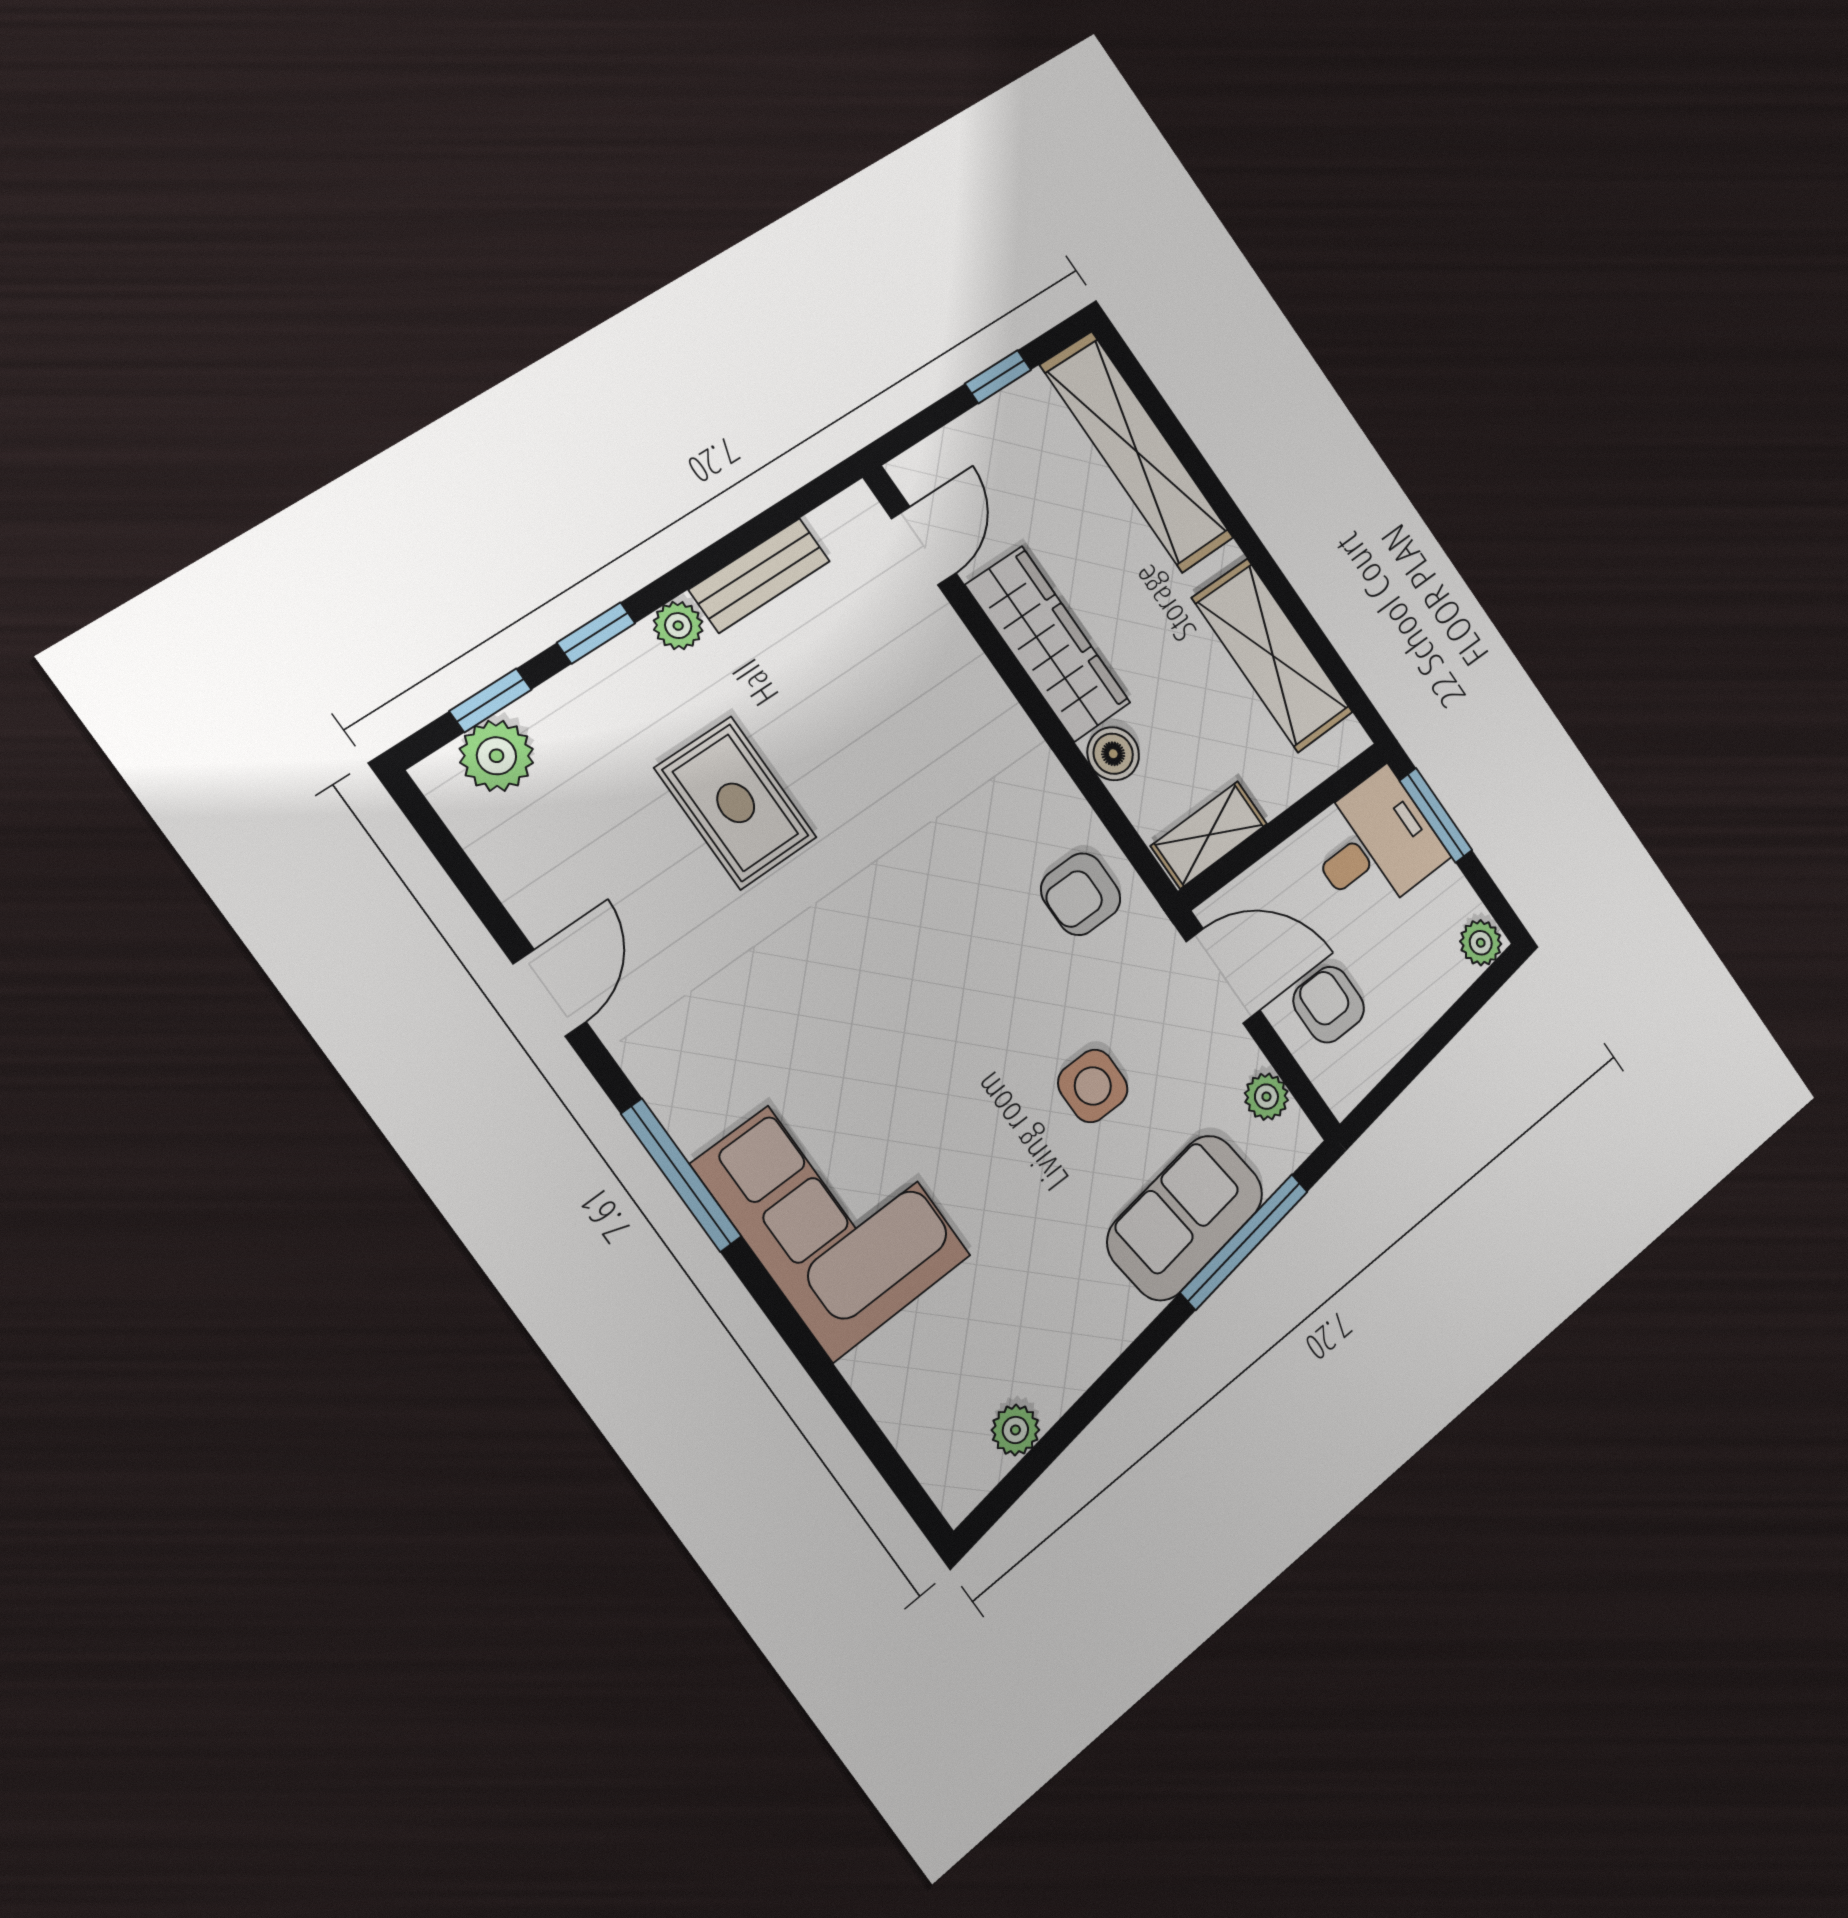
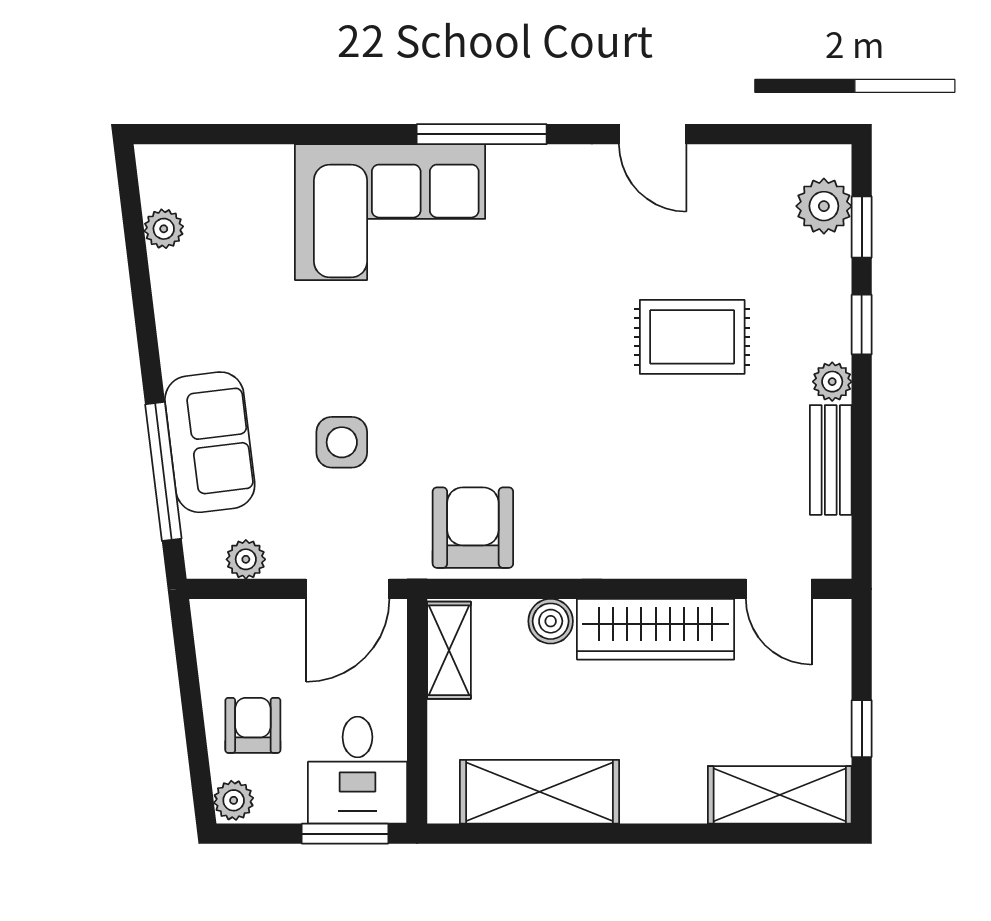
shelving: (1137, 452) -> (780, 795), width x0.68
armchair: (1081, 894) -> (473, 528), width x1.38, depth x1.38
armchair: (1329, 1005) -> (253, 725), moved, turned -90

